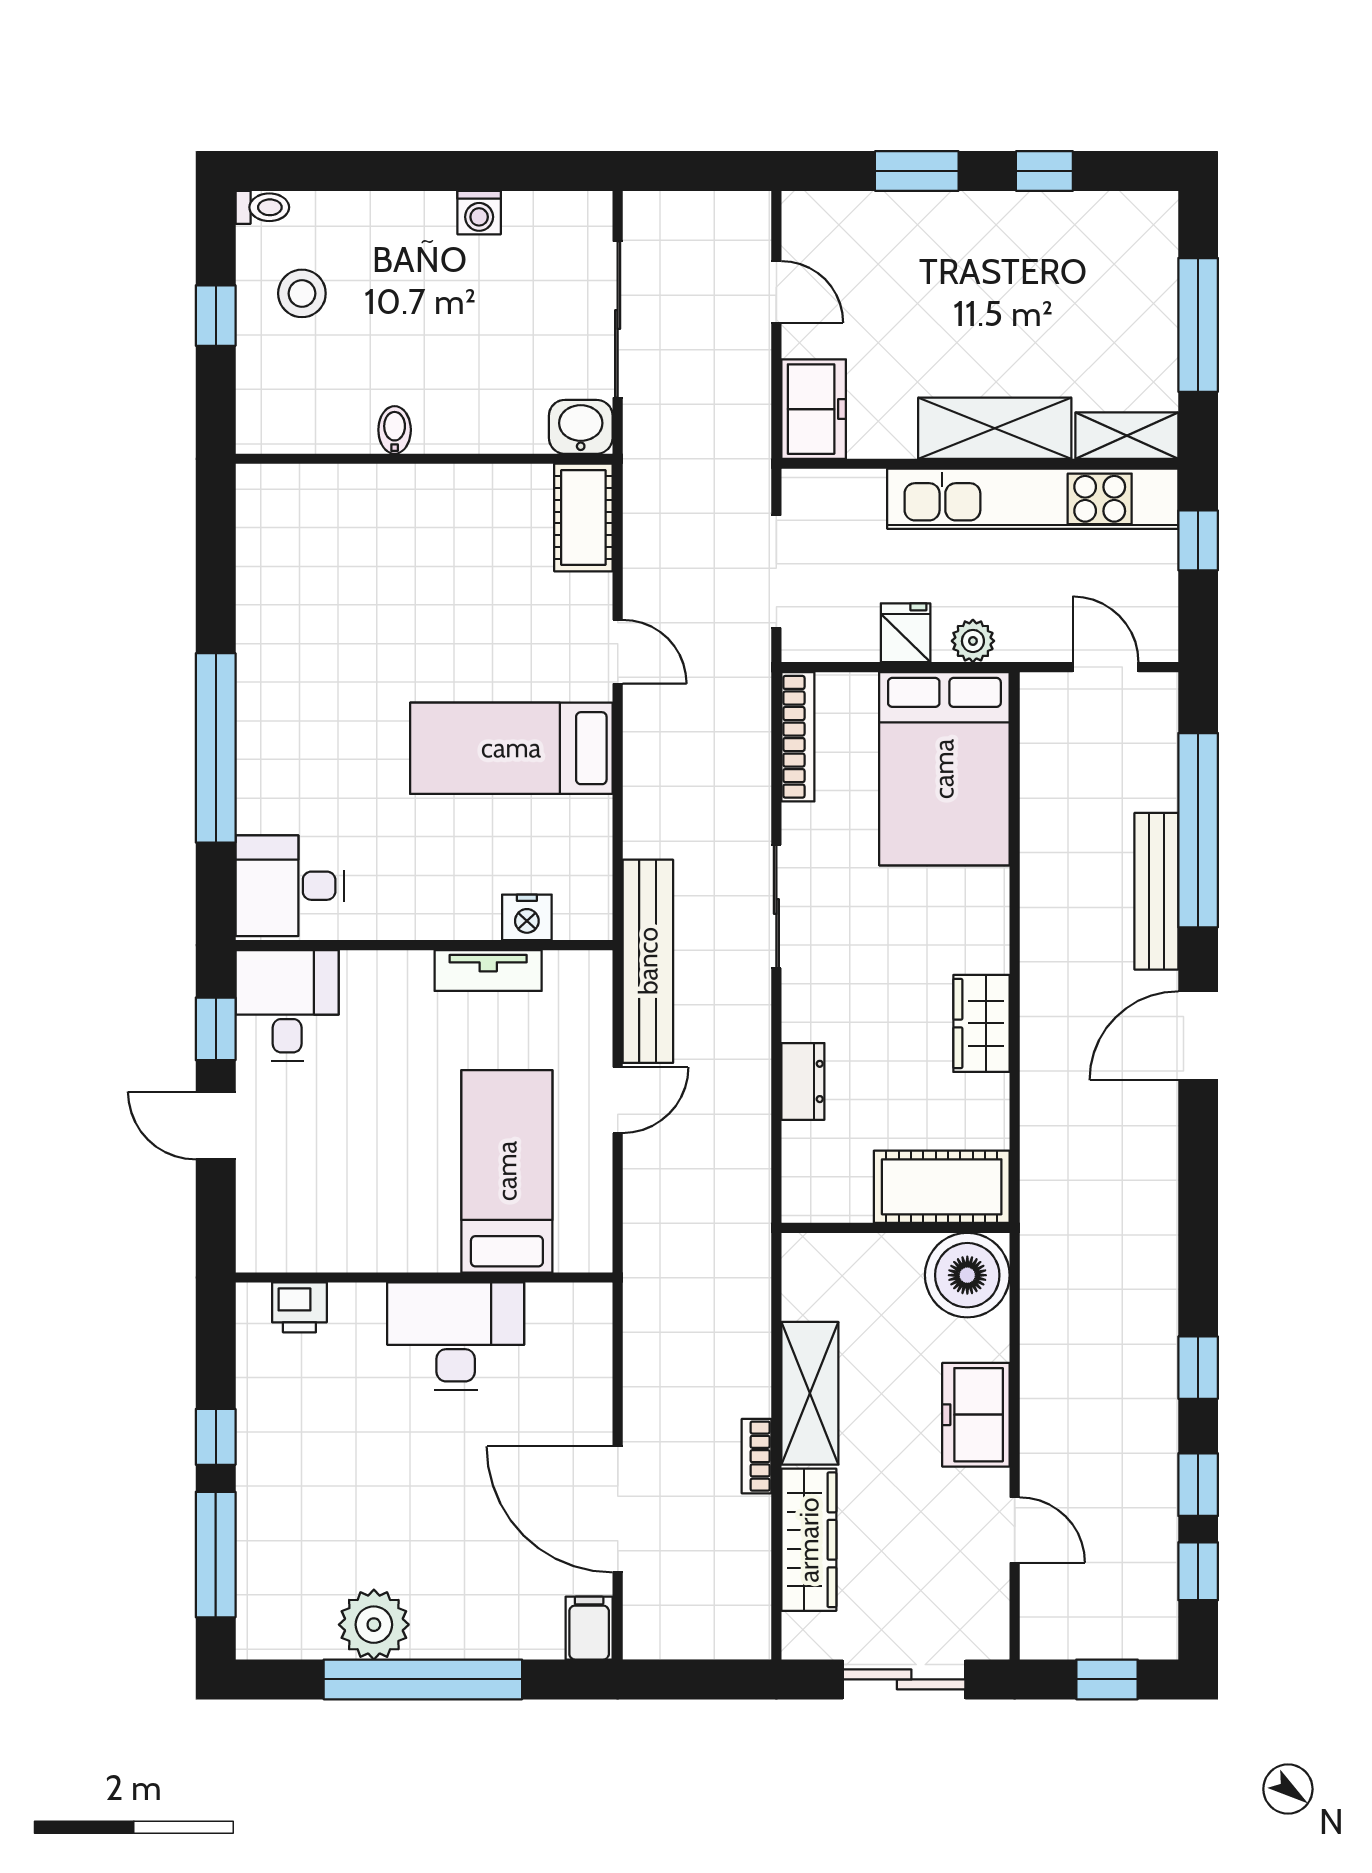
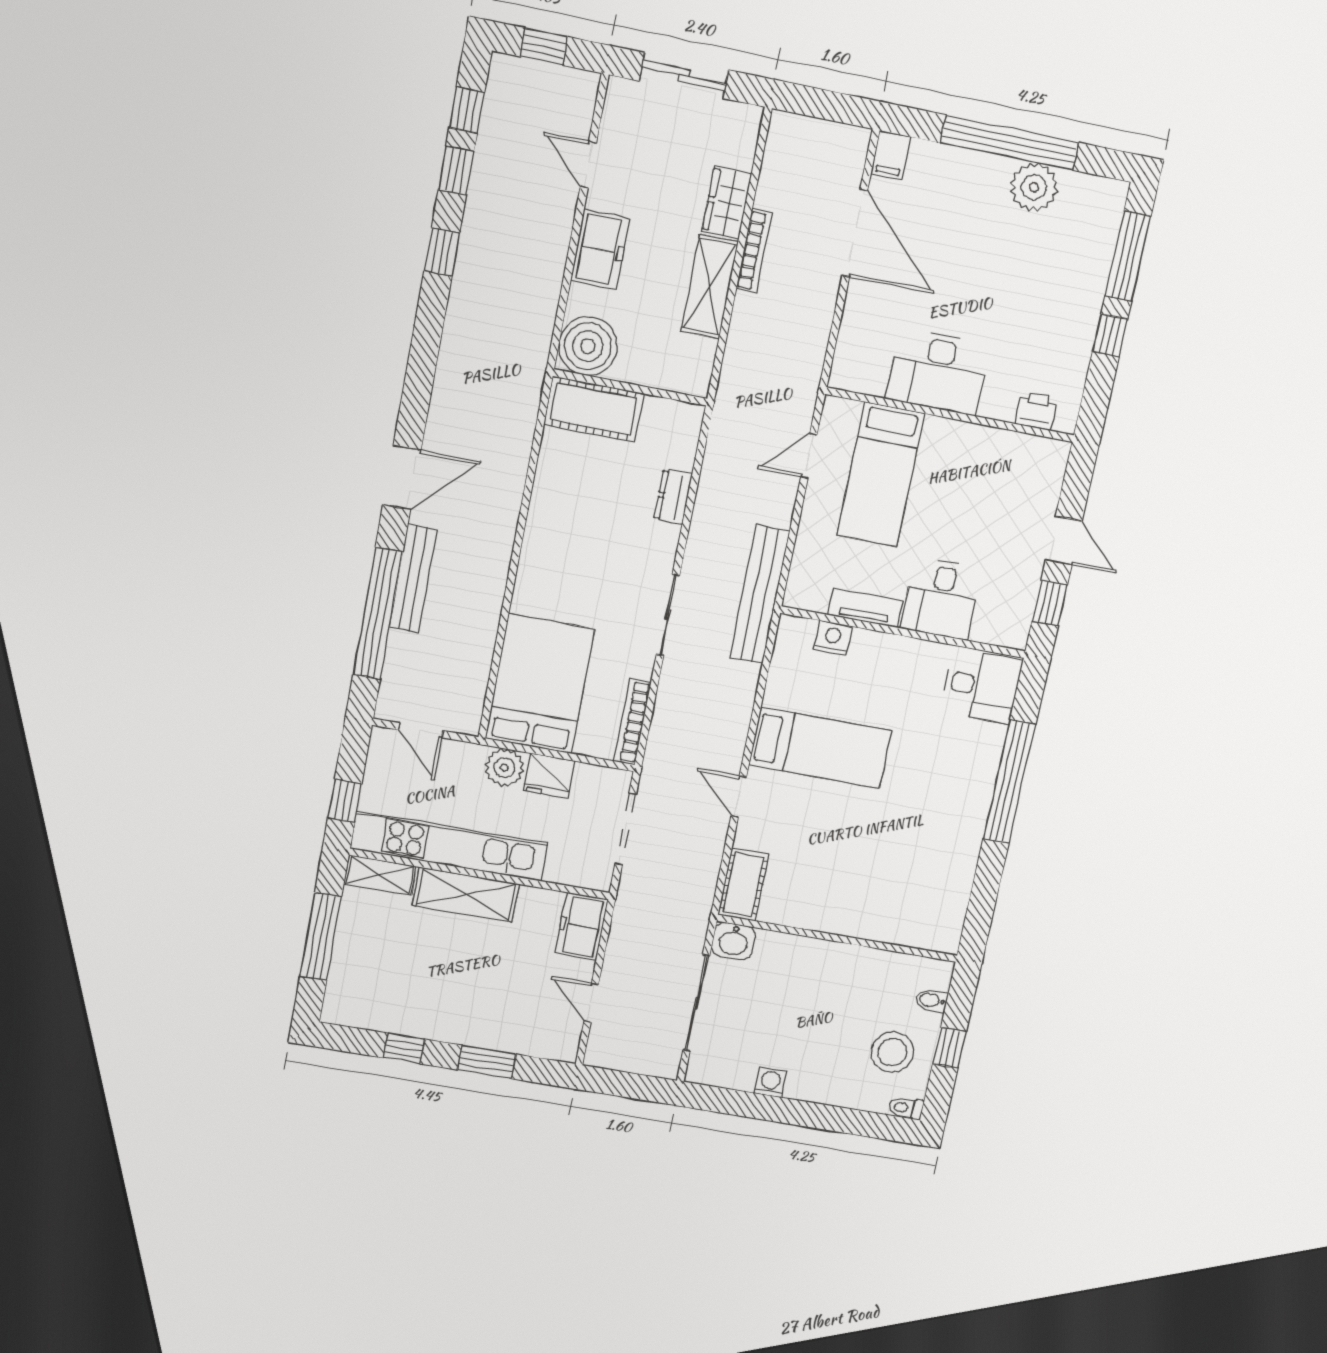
stool: (302, 293) -> (892, 1052), width x1.38, depth x1.38
bidet: (395, 430) -> (932, 1000), moved, turned 90
fridge: (906, 633) -> (549, 776), width x1.38
plant: (973, 641) -> (505, 768), width x1.38, depth x1.38
desk: (287, 1006) -> (941, 599), moved
wardrobe: (981, 1023) -> (547, 513), removed
door: (618, 1100) -> (809, 456), moved
bookcase: (757, 1456) -> (754, 251), width x1.56
wardrobe: (809, 1540) -> (727, 203), width x0.67

